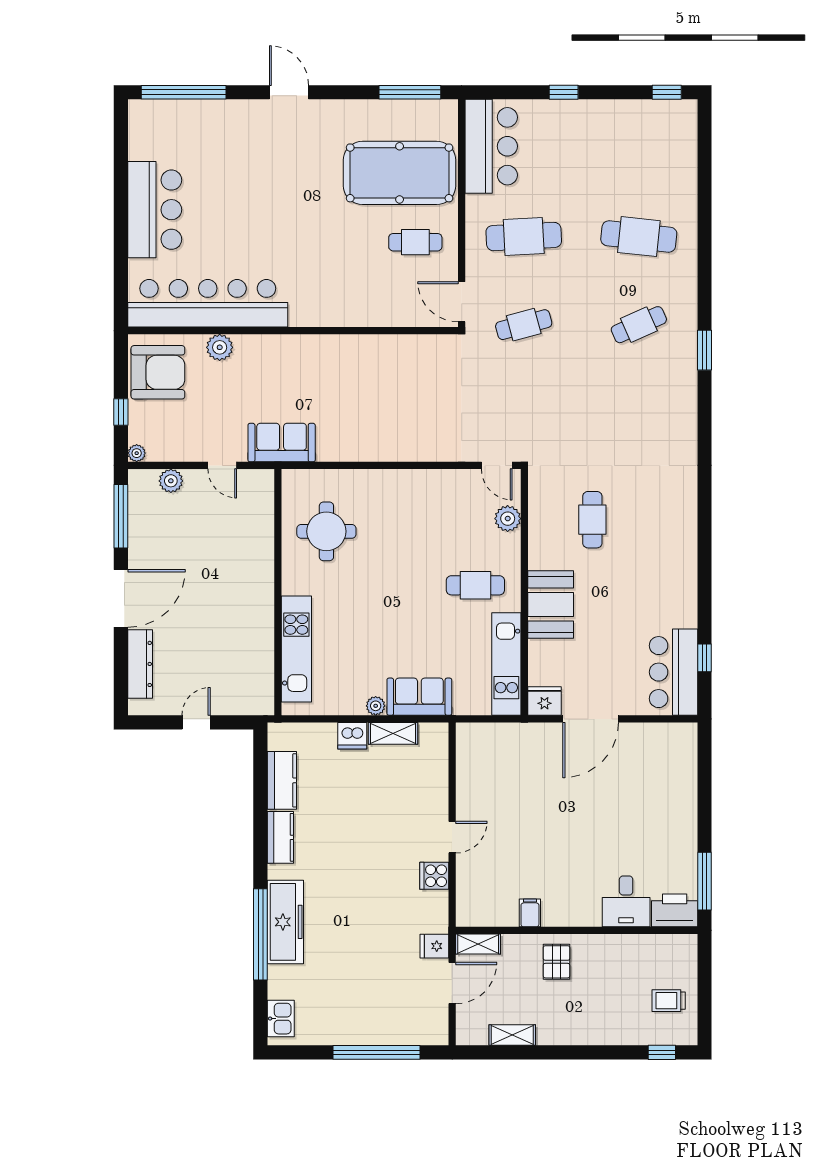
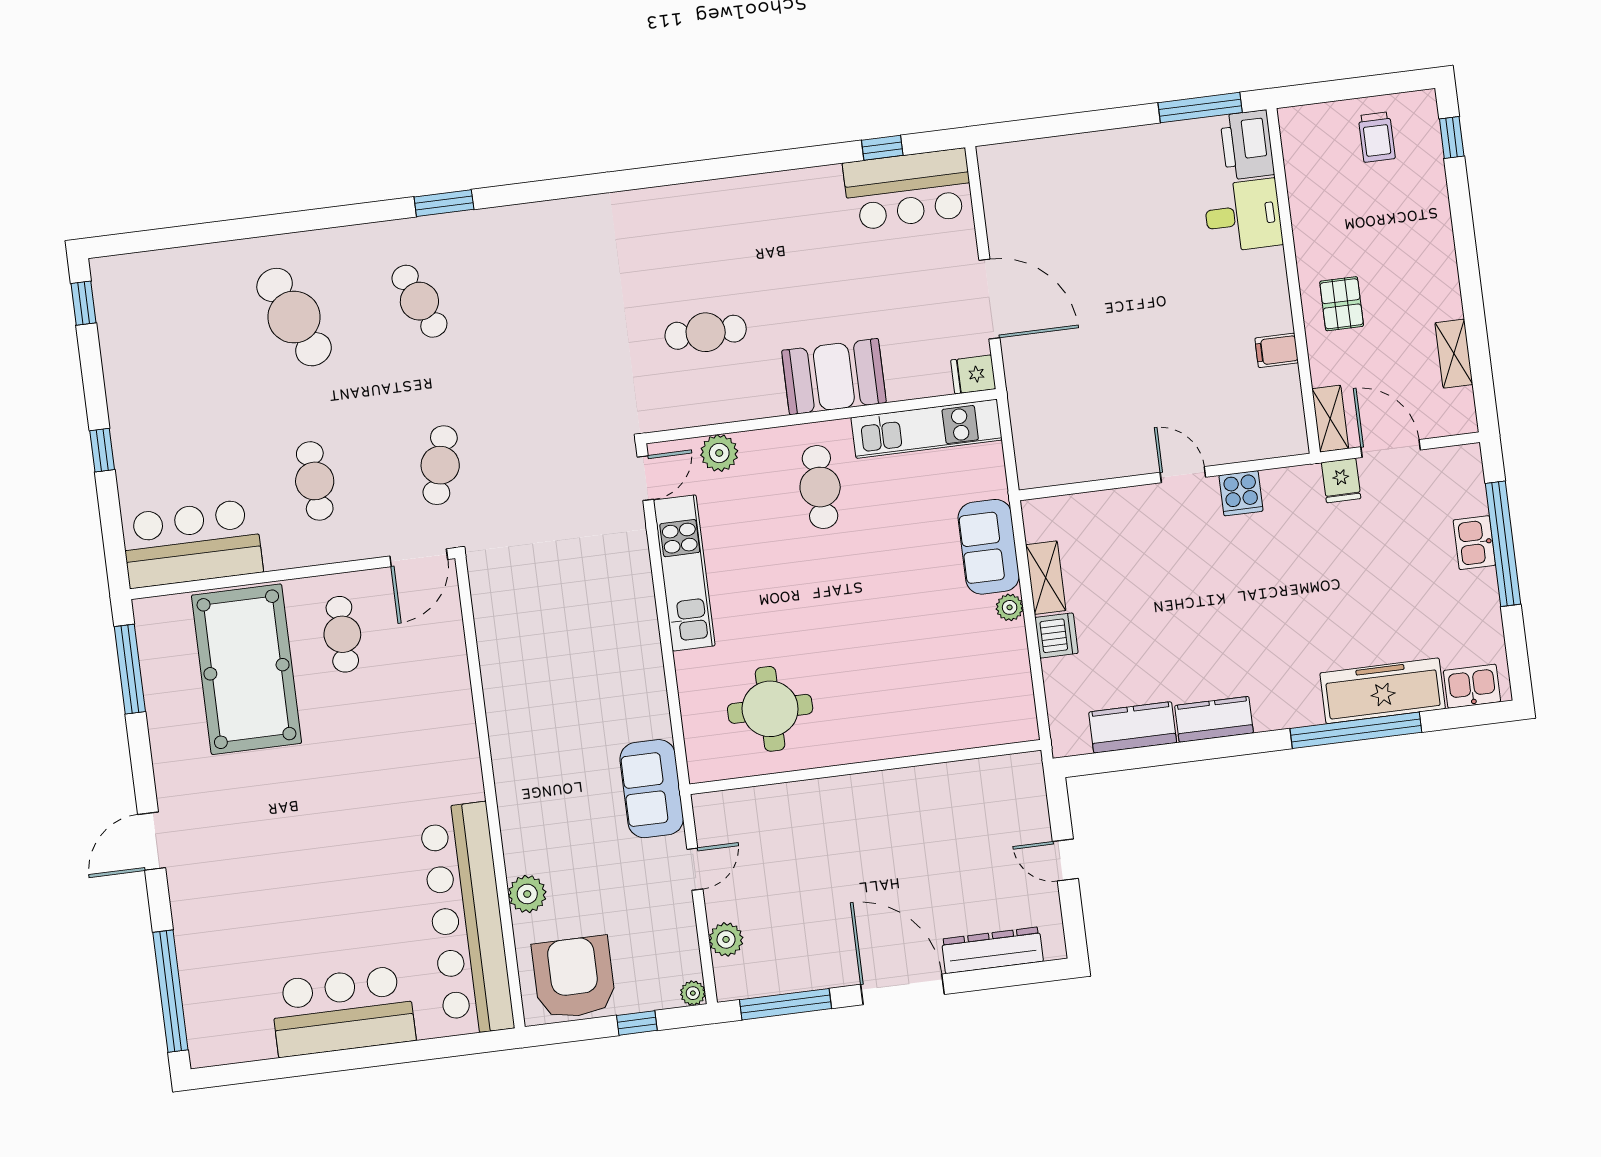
cafe table: (524, 237) -> (315, 481), width x0.73, depth x0.74
cafe table: (639, 237) -> (294, 317), turned -30
cafe table: (524, 325) -> (440, 465), turned 30
kitchen unit: (296, 649) -> (684, 573), moved, turned 90
fridge: (544, 701) -> (973, 374), width x0.72
freezer: (285, 922) -> (1383, 691), moved
pallet: (557, 962) -> (1342, 304), turned 90
kitchen sink: (380, 1033) -> (1474, 543), added

